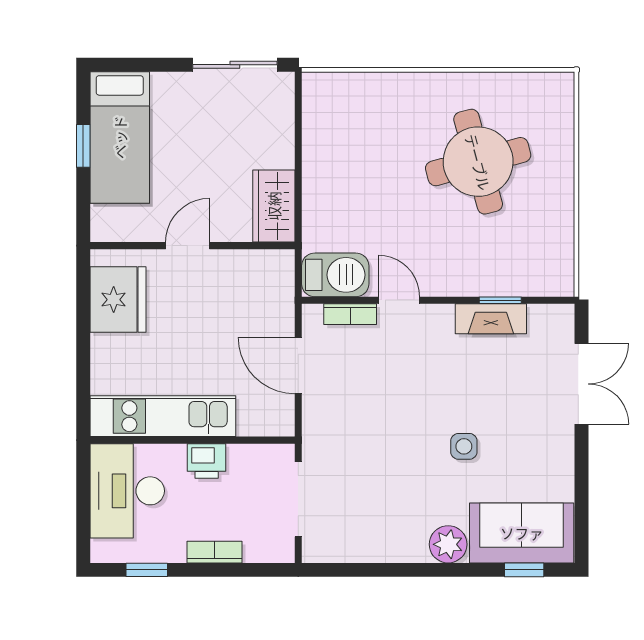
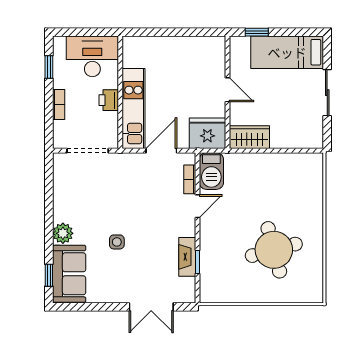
sliding door: (235, 65) -> (327, 93), moved
window: (83, 146) -> (257, 32), moved
fridge: (118, 300) -> (207, 133), moved, turned 180
kitchen unit: (163, 416) -> (133, 109), moved

